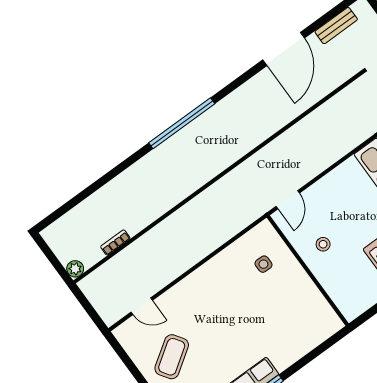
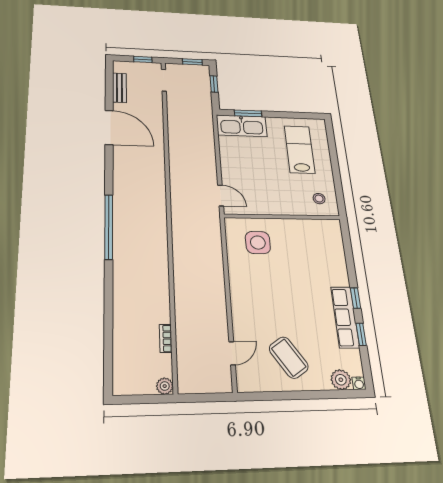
stool: (323, 244) -> (319, 199), moved
side table: (263, 264) -> (258, 243), width x1.87, depth x1.87

